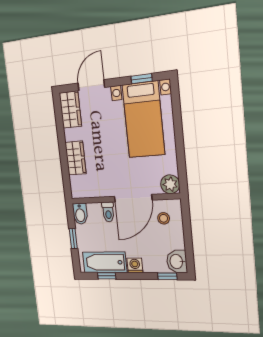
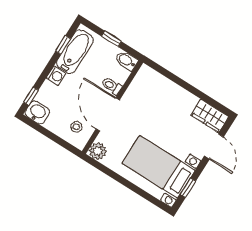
wardrobe: (76, 158) -> (171, 91), removed

